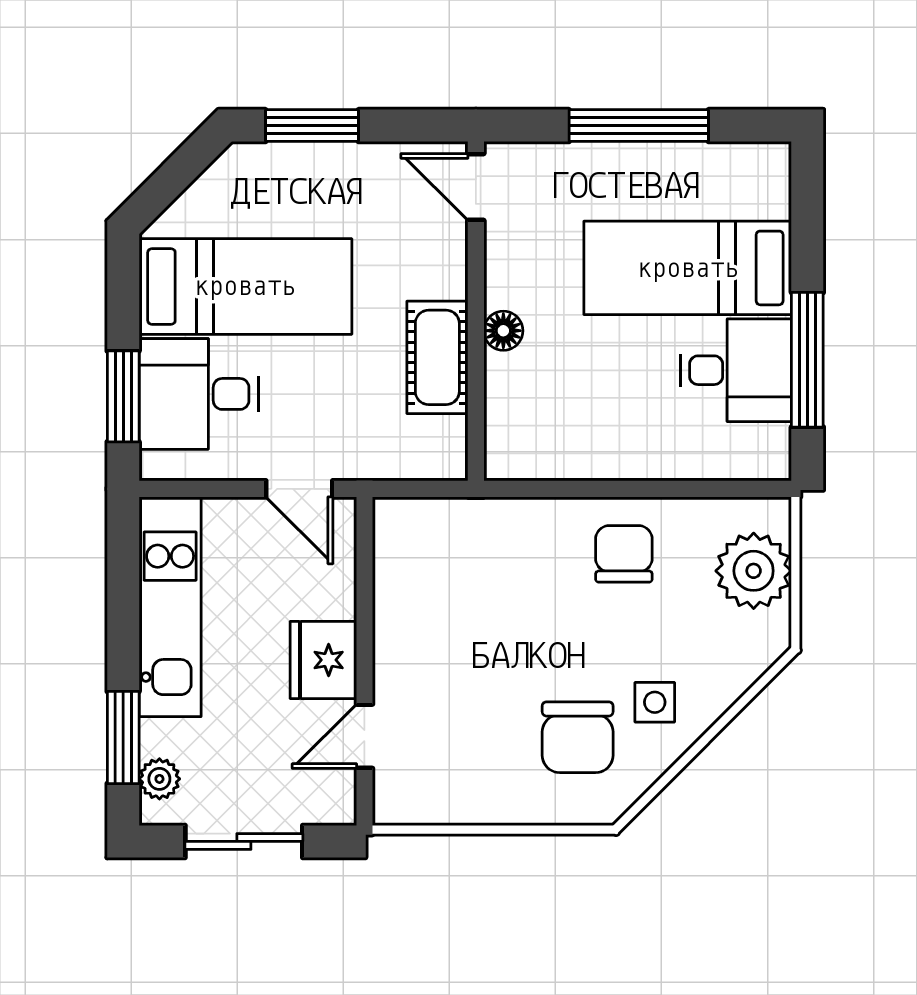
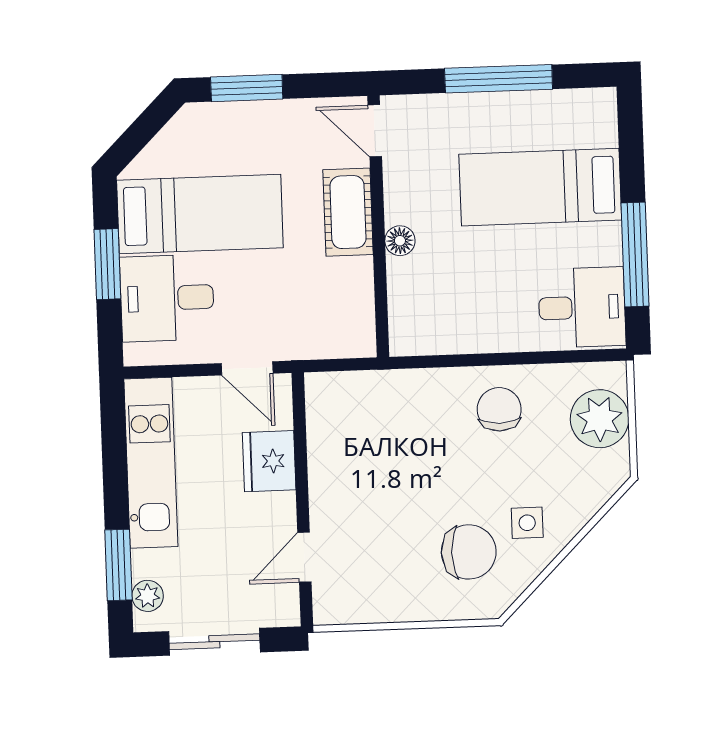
cot: (437, 357) -> (348, 212), moved
desk: (736, 370) -> (582, 307), moved
window: (123, 396) -> (107, 264), moved
fridge: (323, 660) -> (269, 461), moved
chair: (578, 737) -> (469, 552), turned -90

